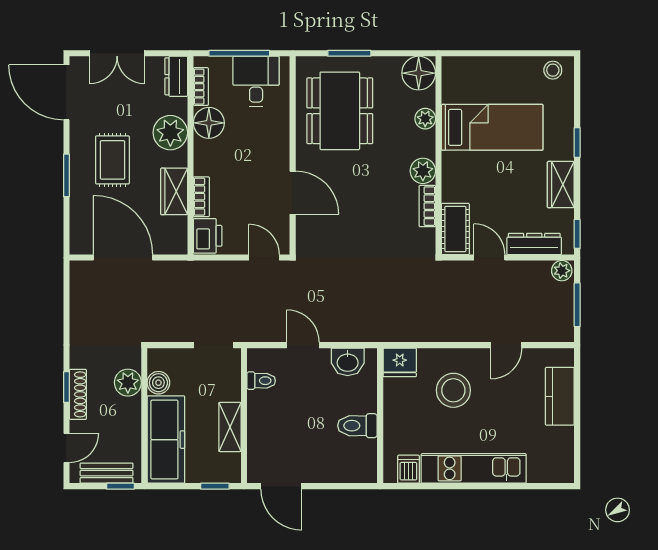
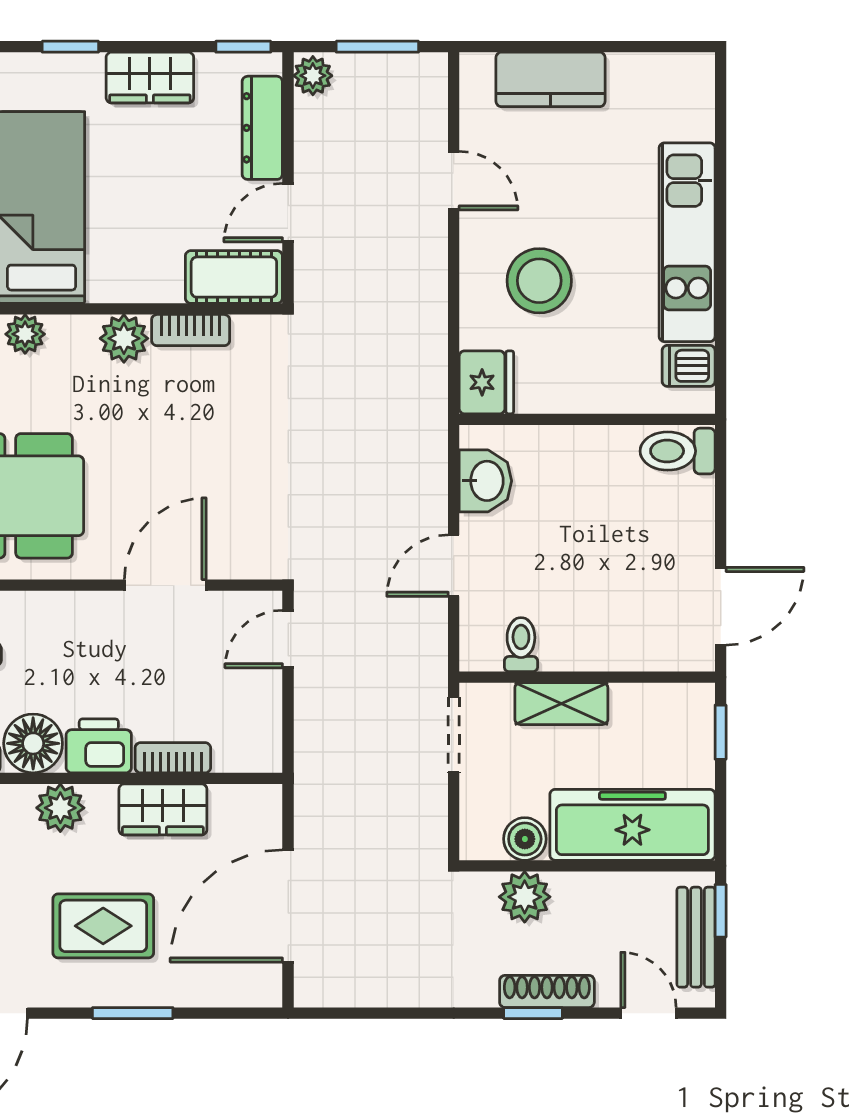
plant: (170, 133) -> (60, 808), width x0.73, depth x0.73
printer: (208, 236) -> (99, 746), moved
toilet: (357, 426) -> (678, 451), moved, turned 90
shelving: (230, 427) -> (561, 704), moved

